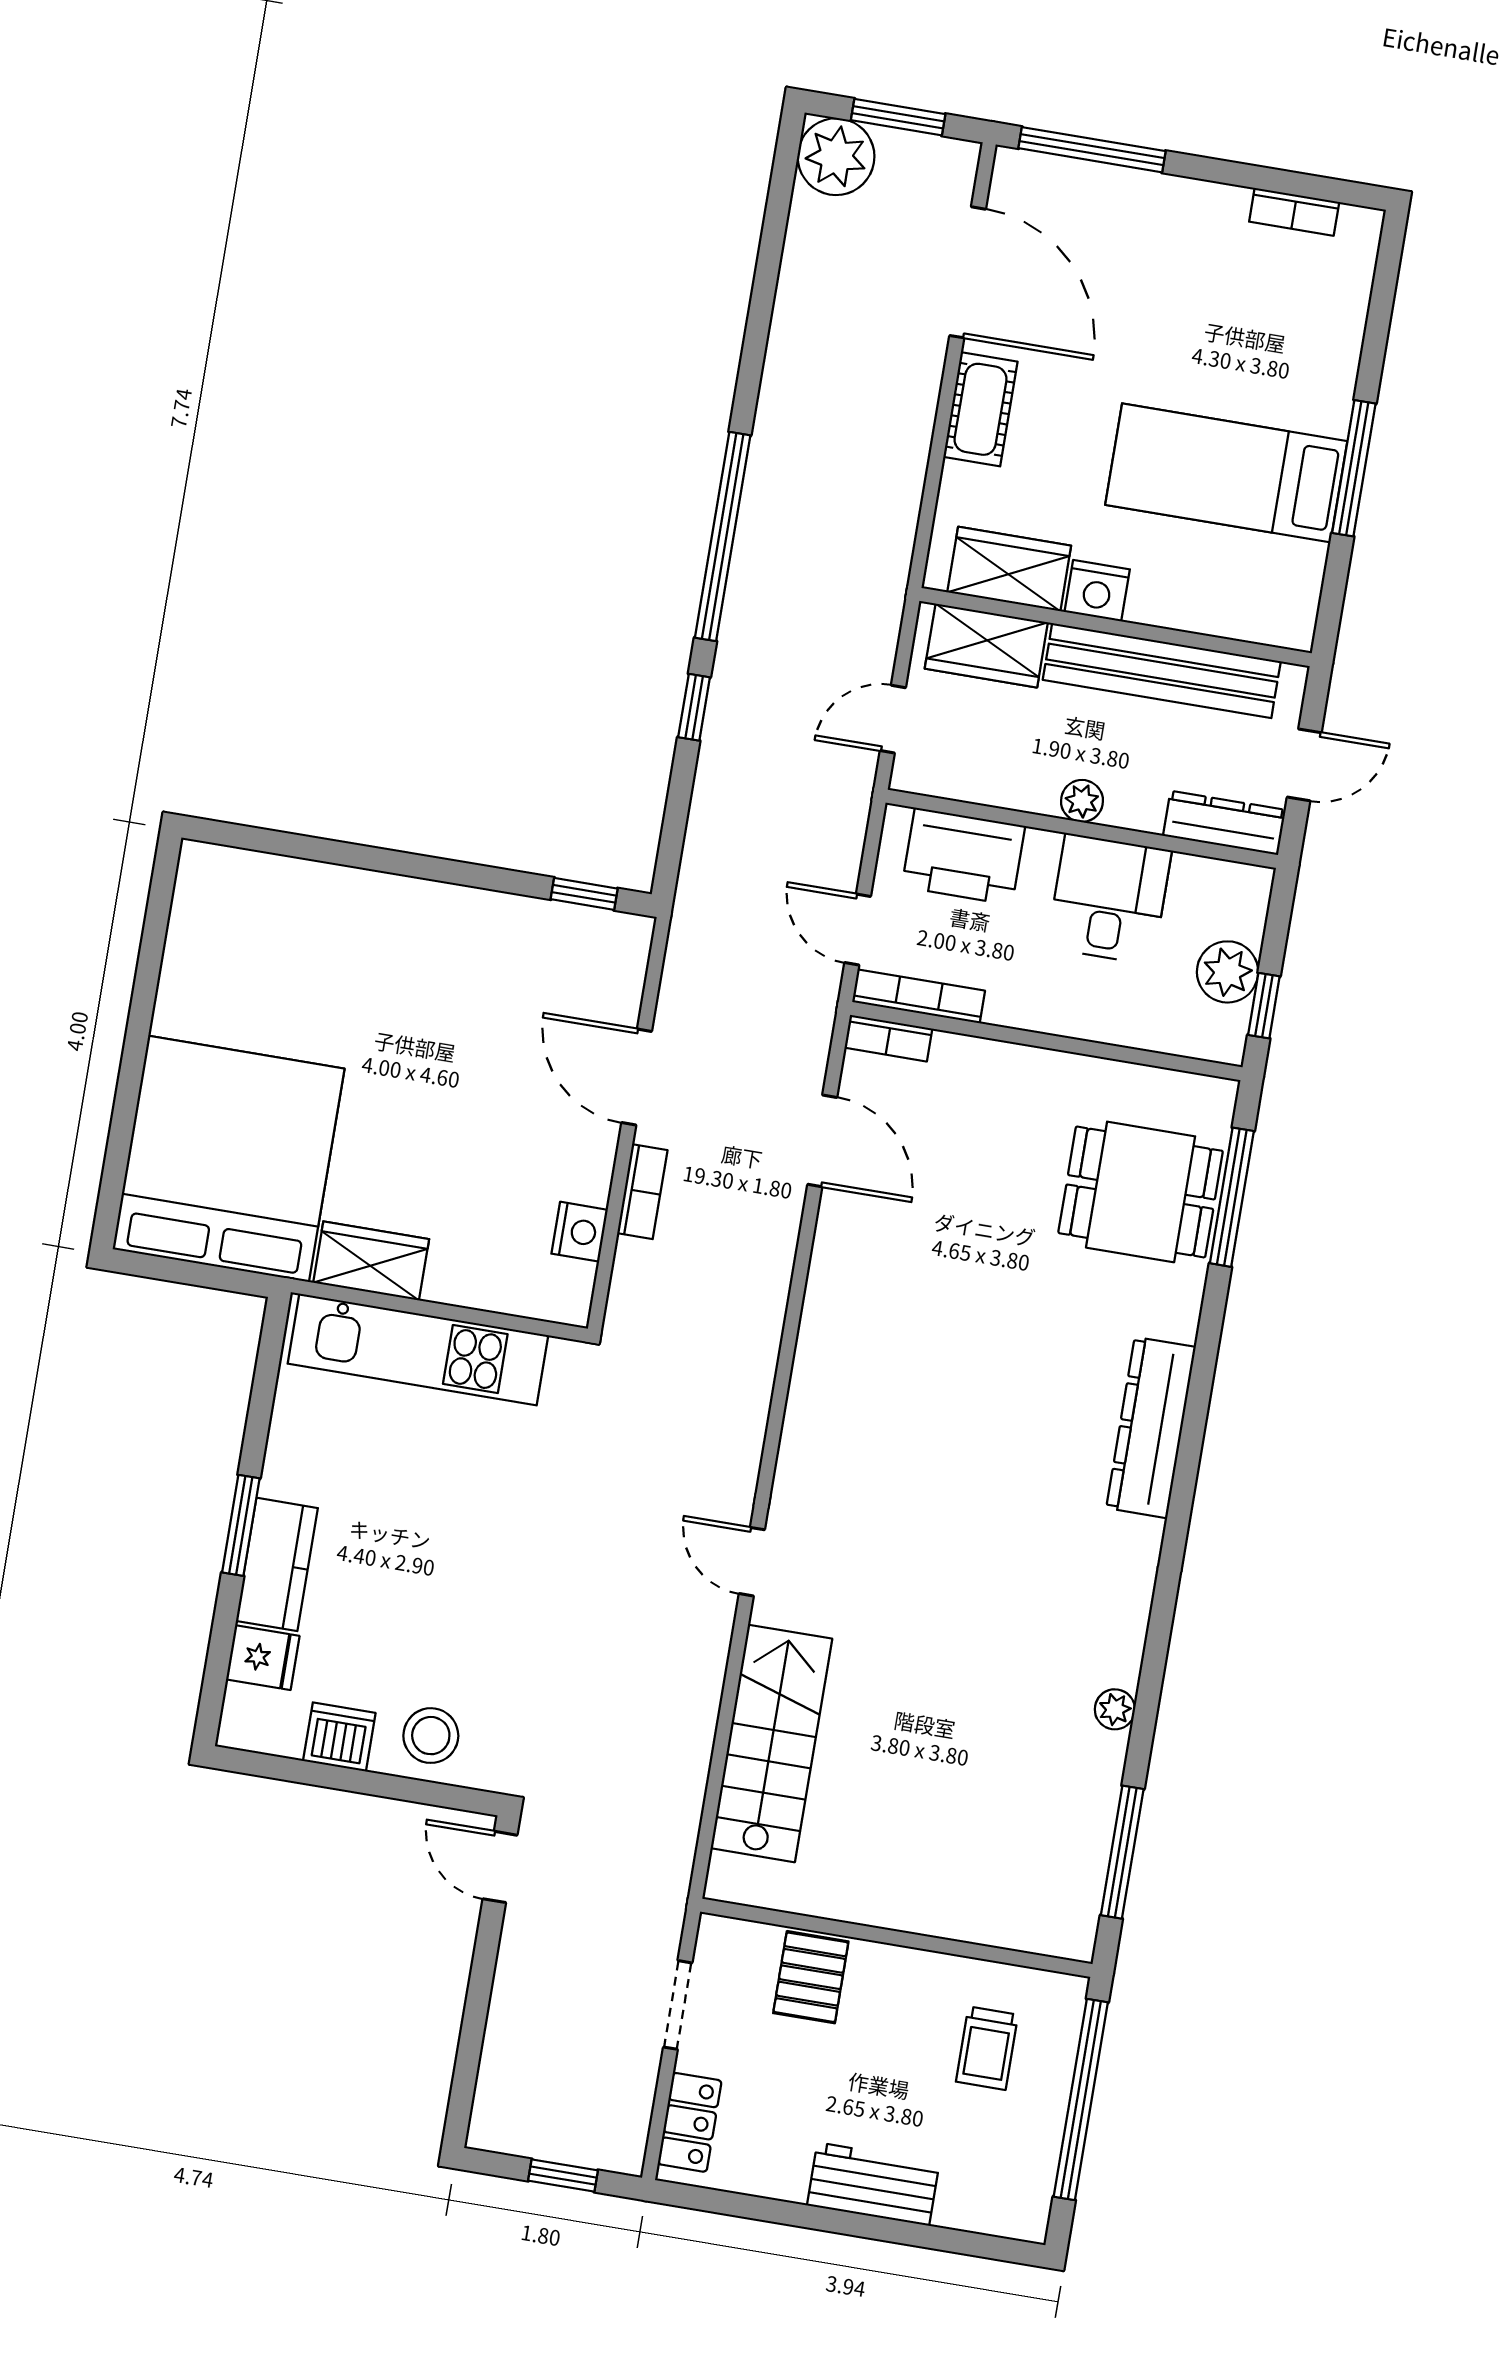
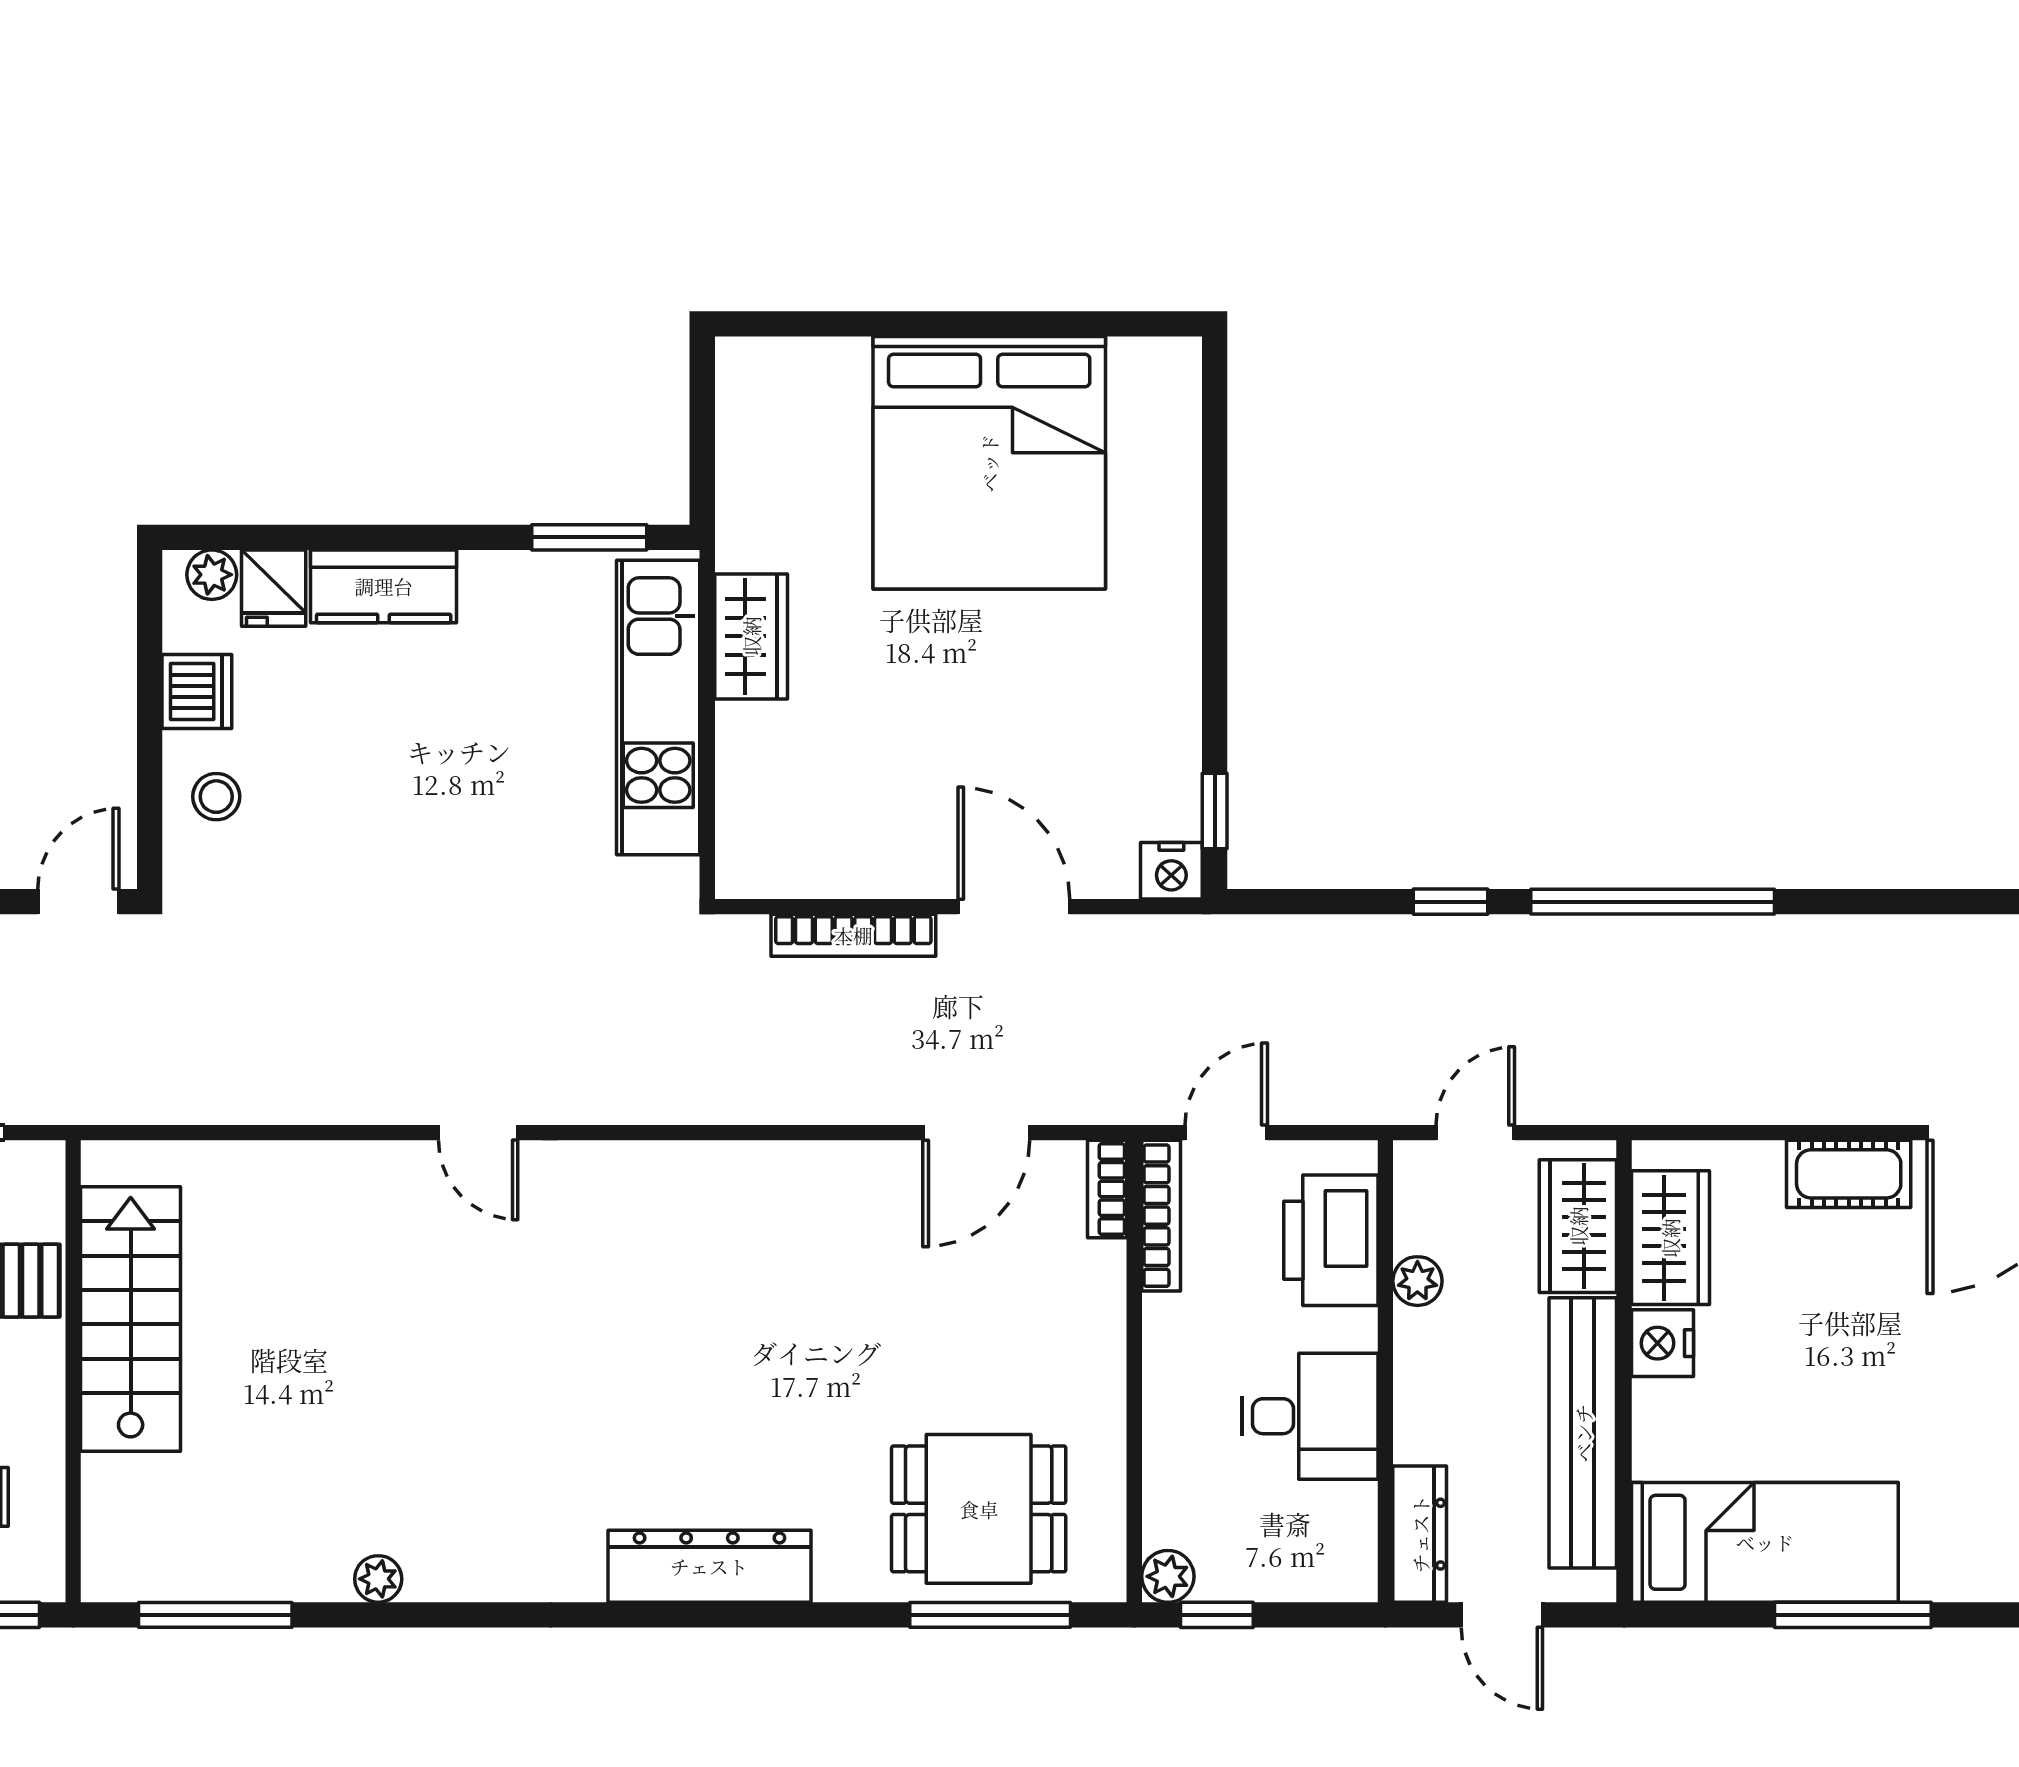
bed: (1226, 473) -> (1765, 1542), moved, turned 90
door: (893, 719) -> (1475, 1133), hinge flipped
plant: (1082, 801) -> (1417, 1281), moved
plant: (1228, 972) -> (1168, 1576), moved, width x0.73, depth x0.73
door: (637, 1077) -> (1014, 907), hinge flipped
bed: (228, 1159) -> (989, 463), moved, turned 90
bookcase: (642, 1192) -> (853, 935), width x1.56
dining table: (1141, 1192) -> (979, 1509), turned 90
nightstand: (580, 1232) -> (1171, 871), moved
window: (241, 1525) -> (589, 537), moved
door: (752, 1562) -> (478, 1133), swing flipped
plant: (243, 1708) -> (212, 575), added
stool: (431, 1736) -> (216, 797), width x0.73, depth x0.73
stairs: (771, 1743) -> (131, 1319), moved, turned -90

